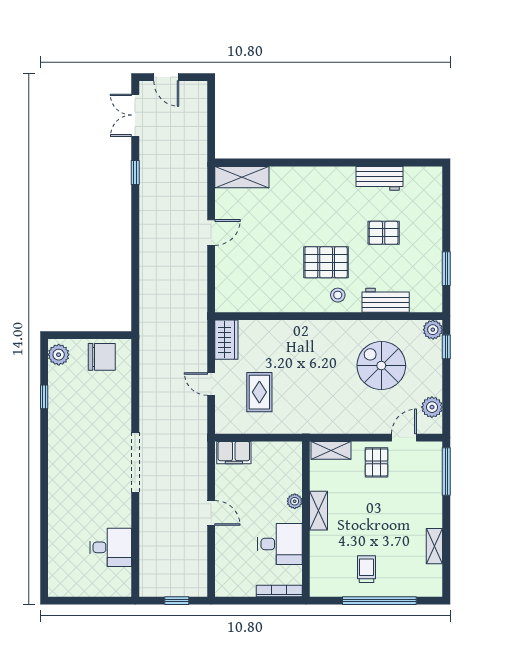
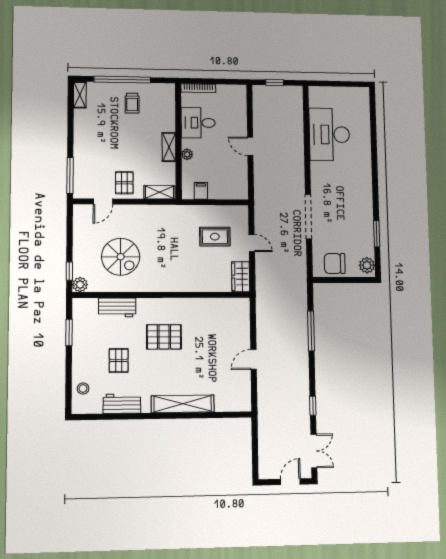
door: (166, 77) -> (290, 482), hinge flipped
shelving: (242, 177) -> (183, 404), moved, width x1.47
pallet: (384, 233) -> (119, 360), turned 90
window: (135, 269) -> (311, 331), added
stool: (338, 295) -> (83, 389), moved
rug: (259, 392) -> (215, 237), turned 90
window: (44, 397) -> (377, 234), width x1.50
plant: (432, 407) -> (81, 225), removed
filing cabinet: (234, 453) -> (201, 191), moved, width x0.50
doorway: (135, 462) -> (308, 217), moved
shelving: (434, 546) -> (80, 95), moved
desk: (111, 547) -> (329, 135), width x1.87, depth x1.30

